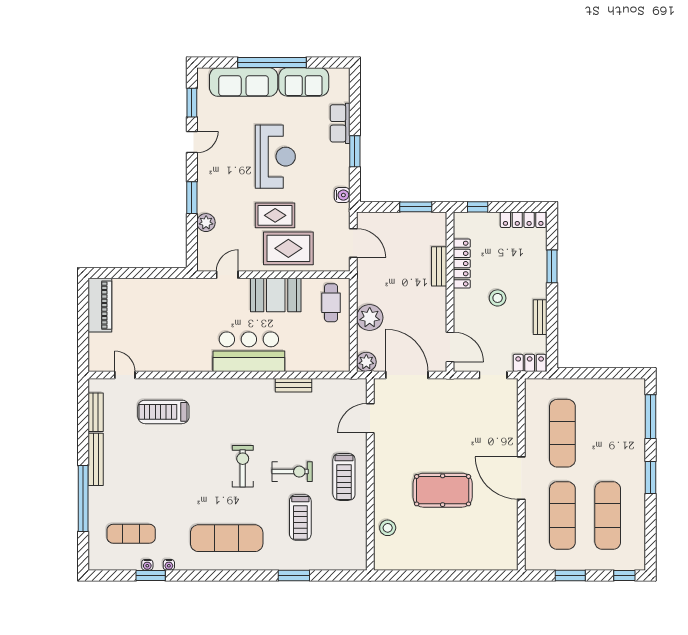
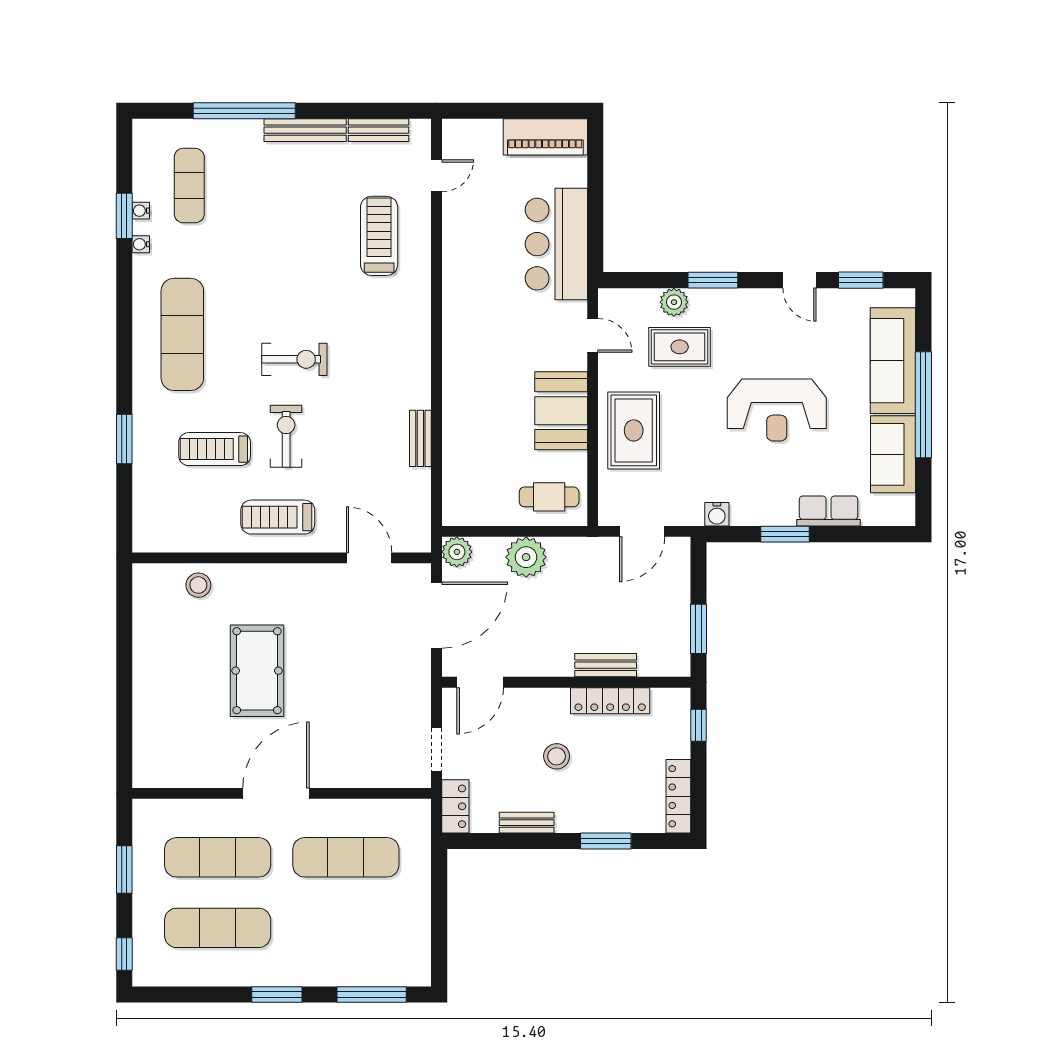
rug: (275, 215) -> (680, 347), moved, turned 90
bar counter: (249, 352) -> (556, 244), moved, turned 180
exercise bike: (292, 472) -> (286, 436), turned 180

